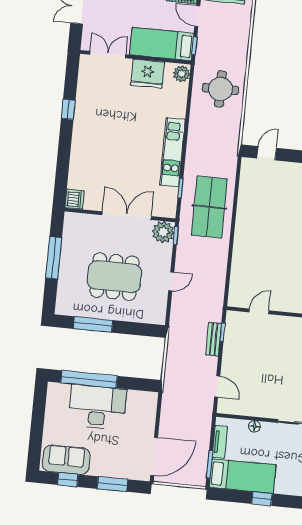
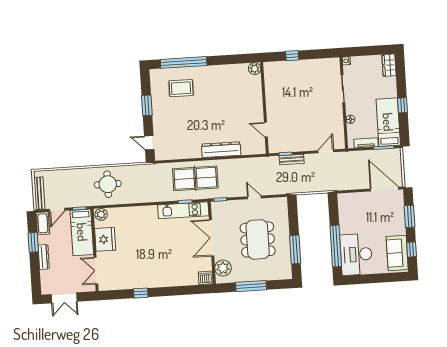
kitchen unit: (172, 152) -> (183, 210), moved
plant: (163, 232) -> (223, 268), moved
dresser: (242, 247) -> (221, 150), added
desk: (97, 407) -> (356, 254), moved

